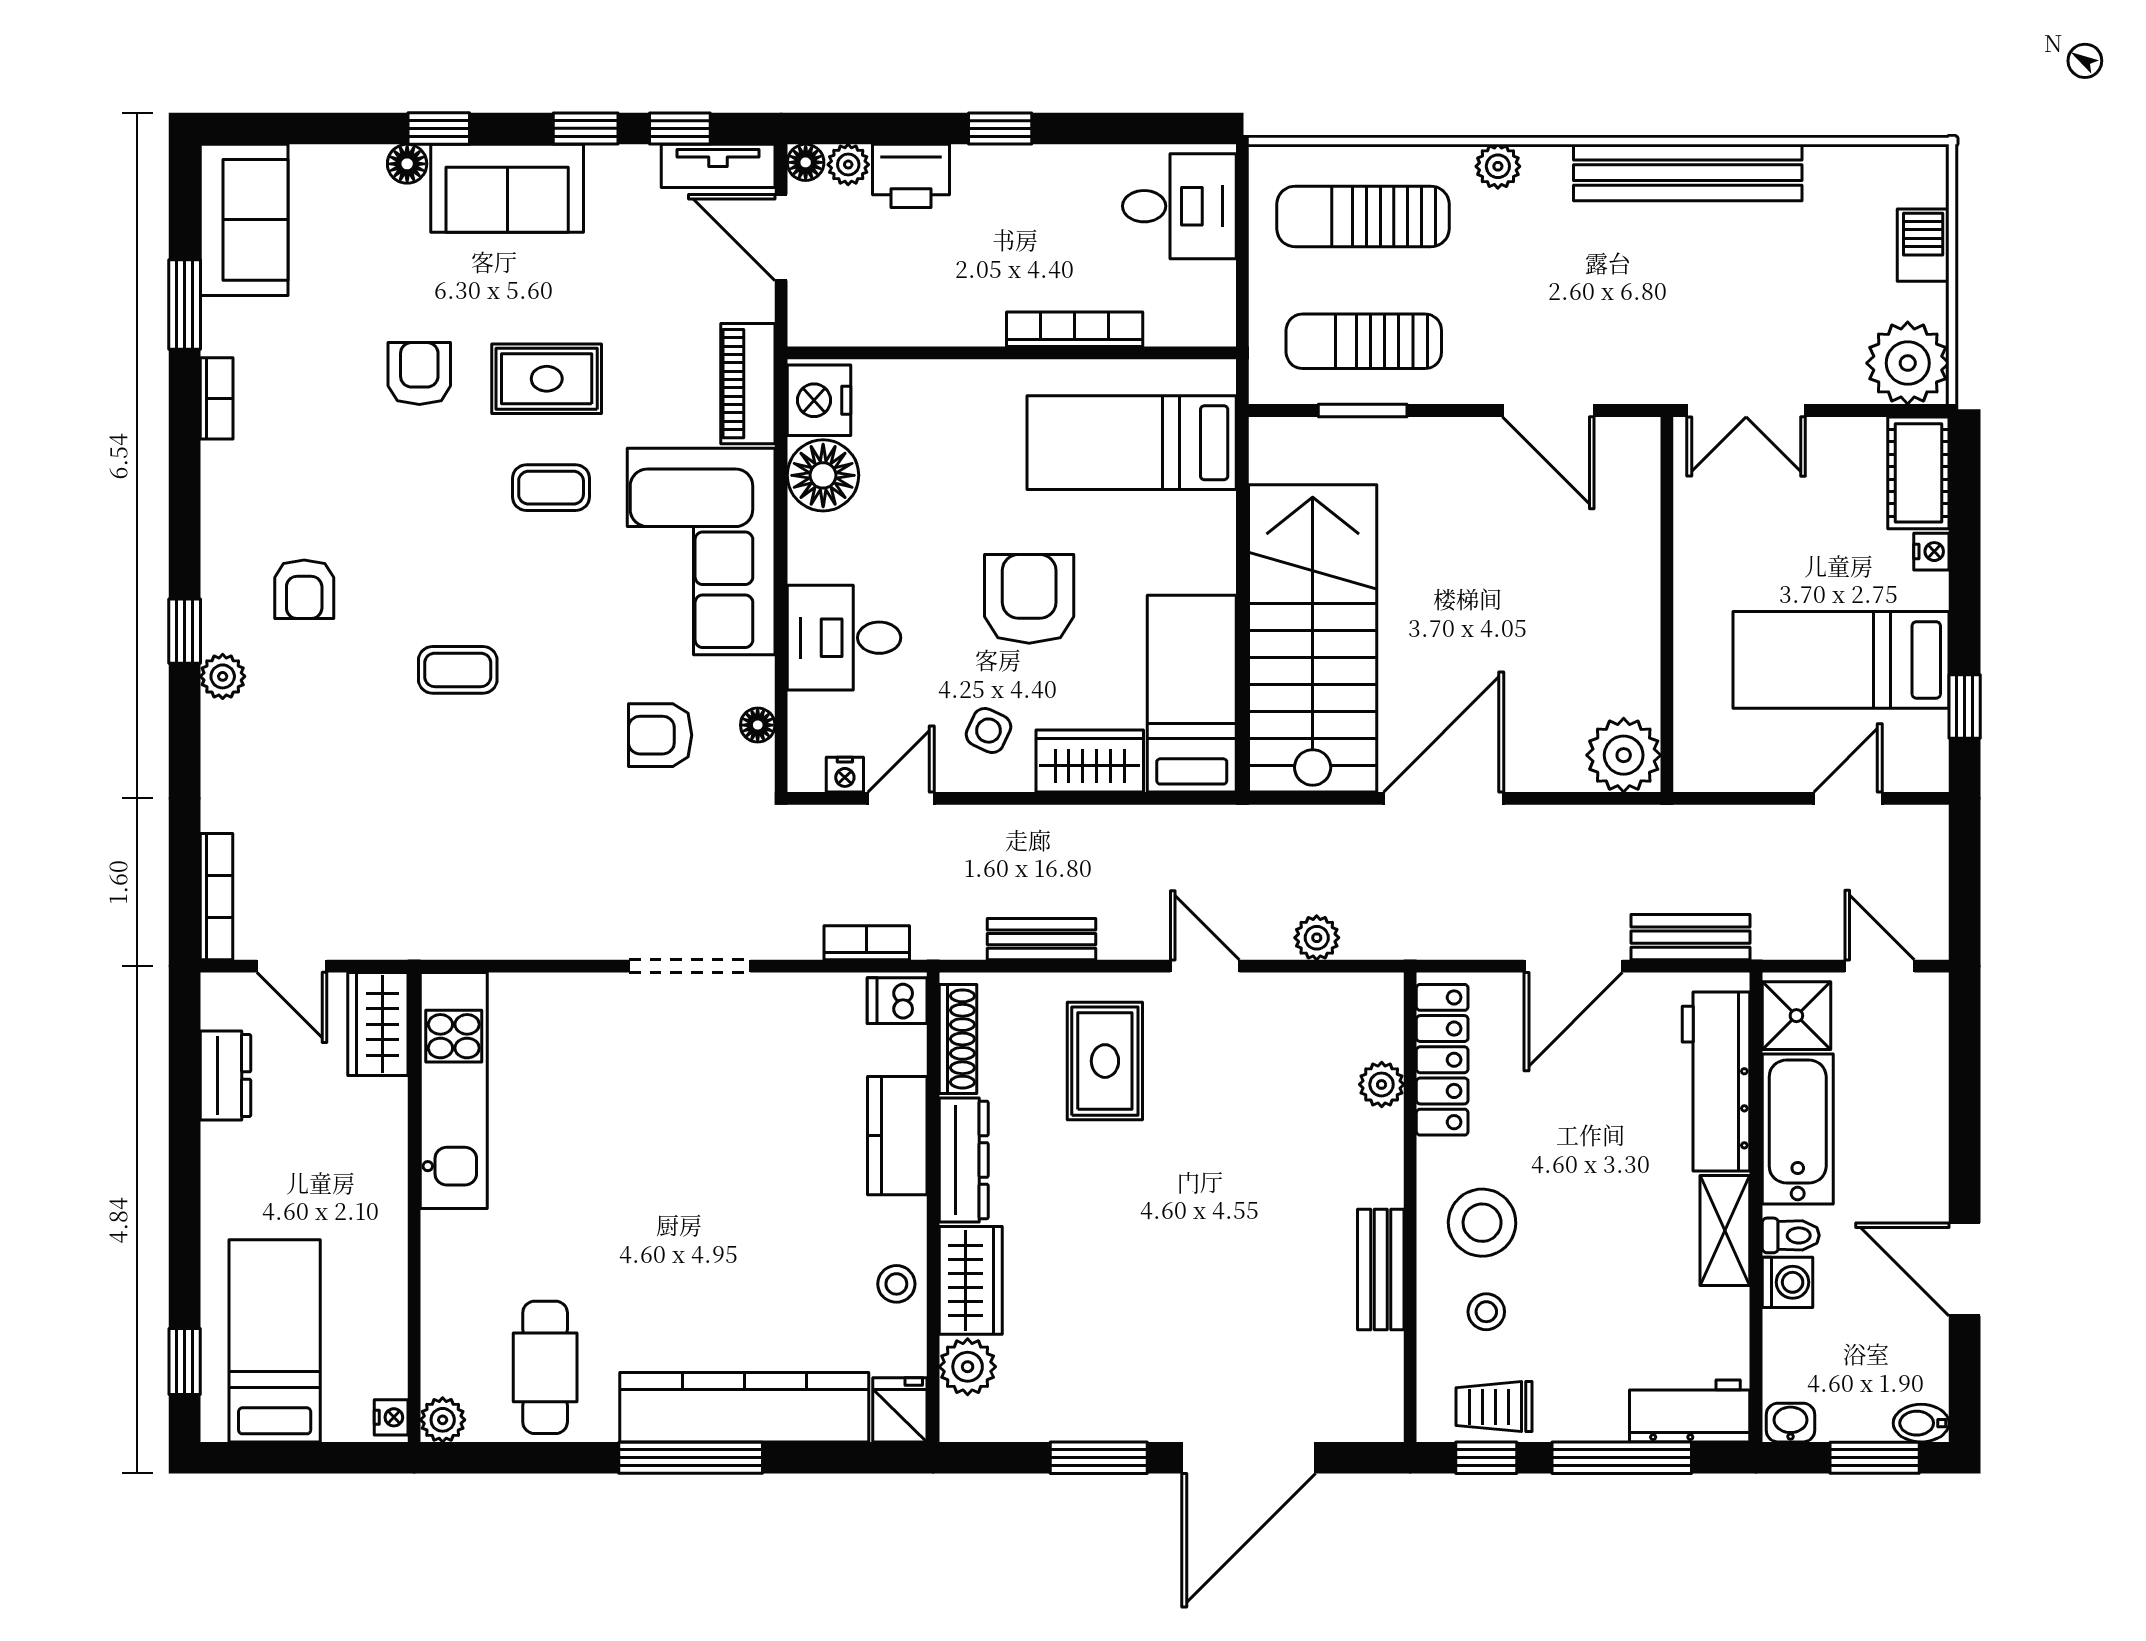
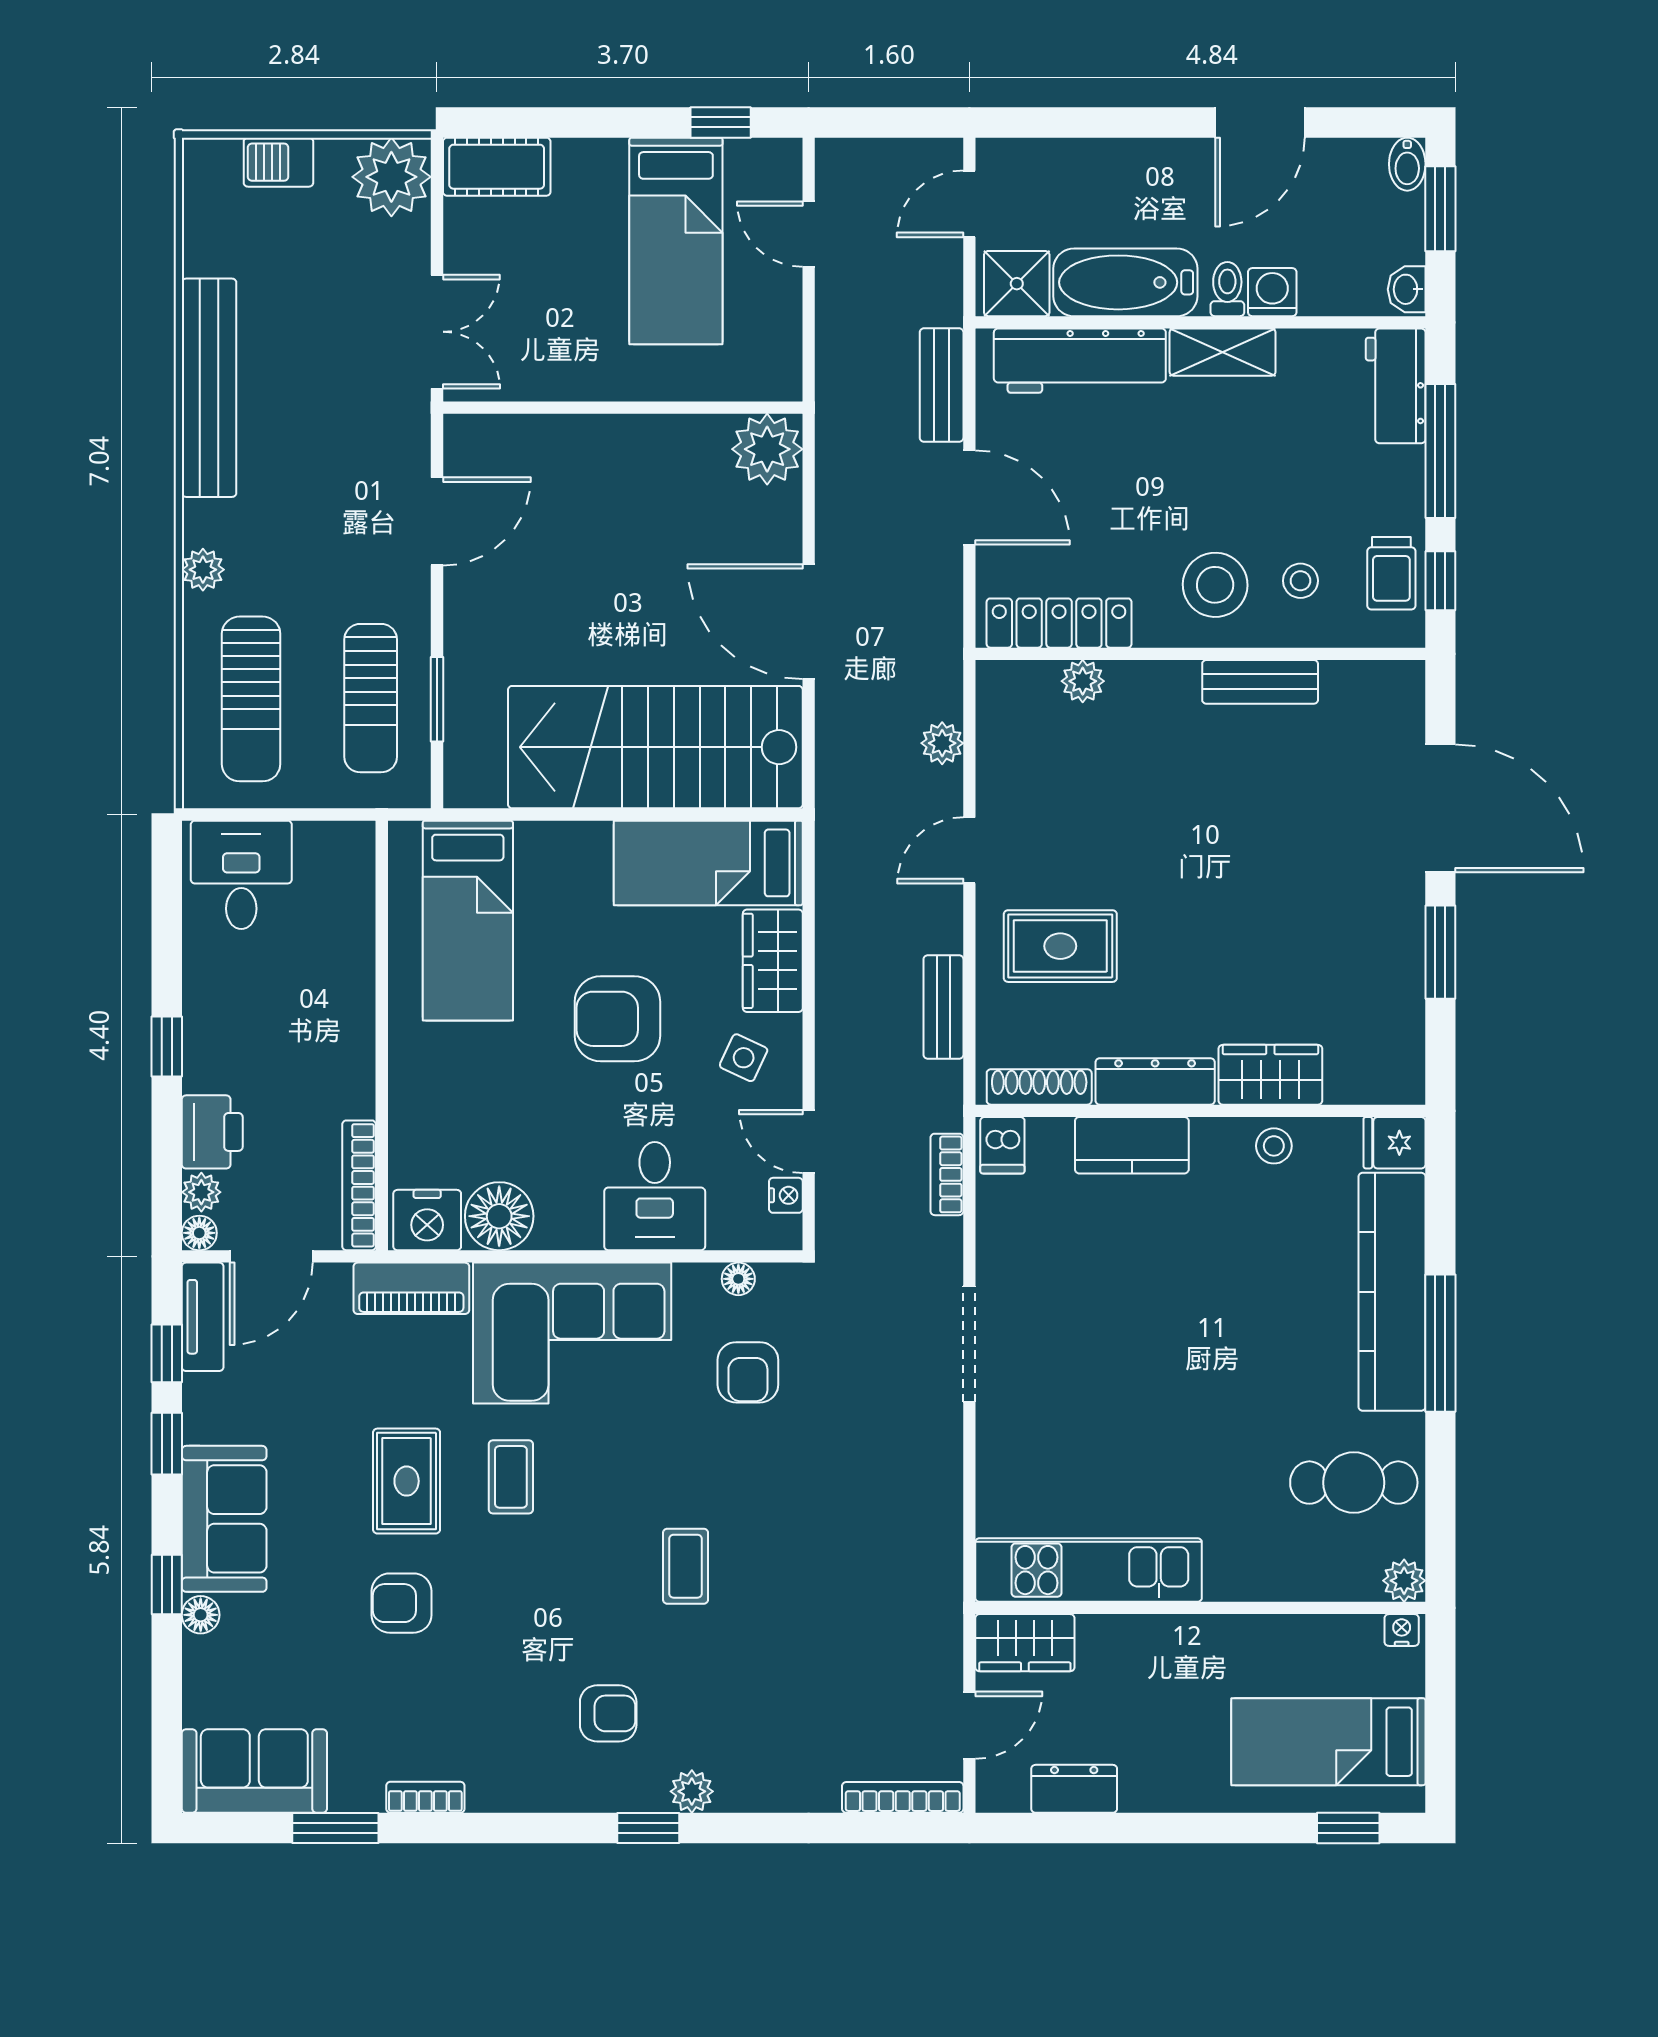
bookcase: (1075, 329) -> (359, 1185), moved
nightstand: (1931, 552) -> (572, 154), removed
plant: (968, 1367) -> (1353, 1078), removed

